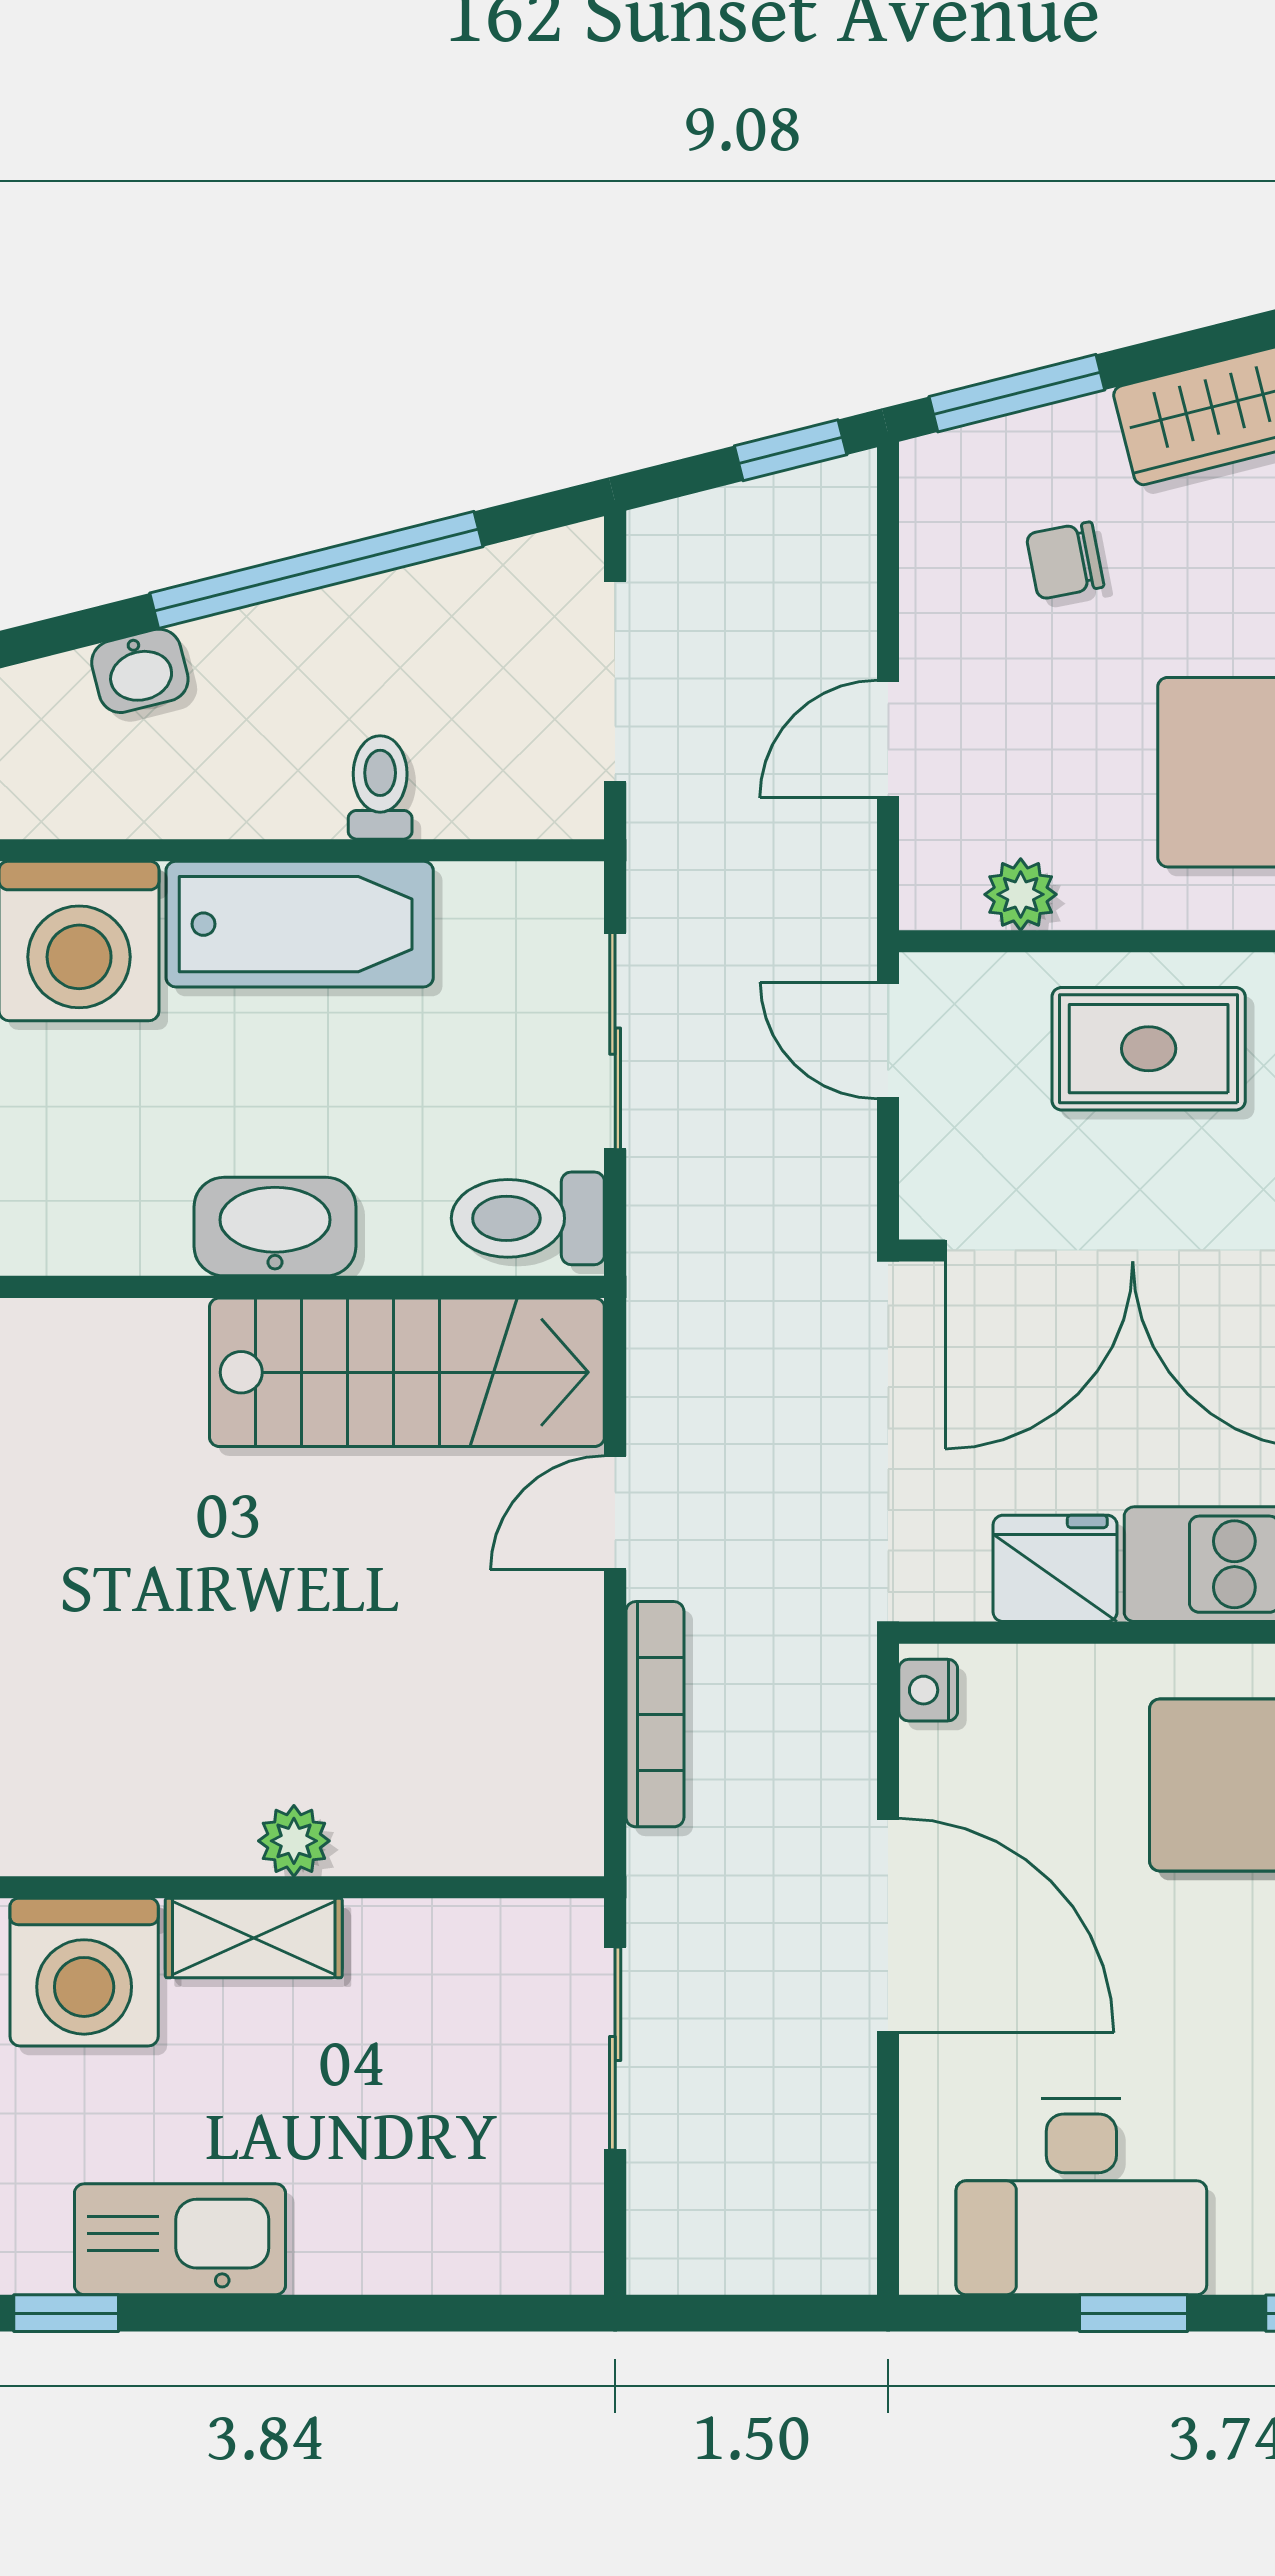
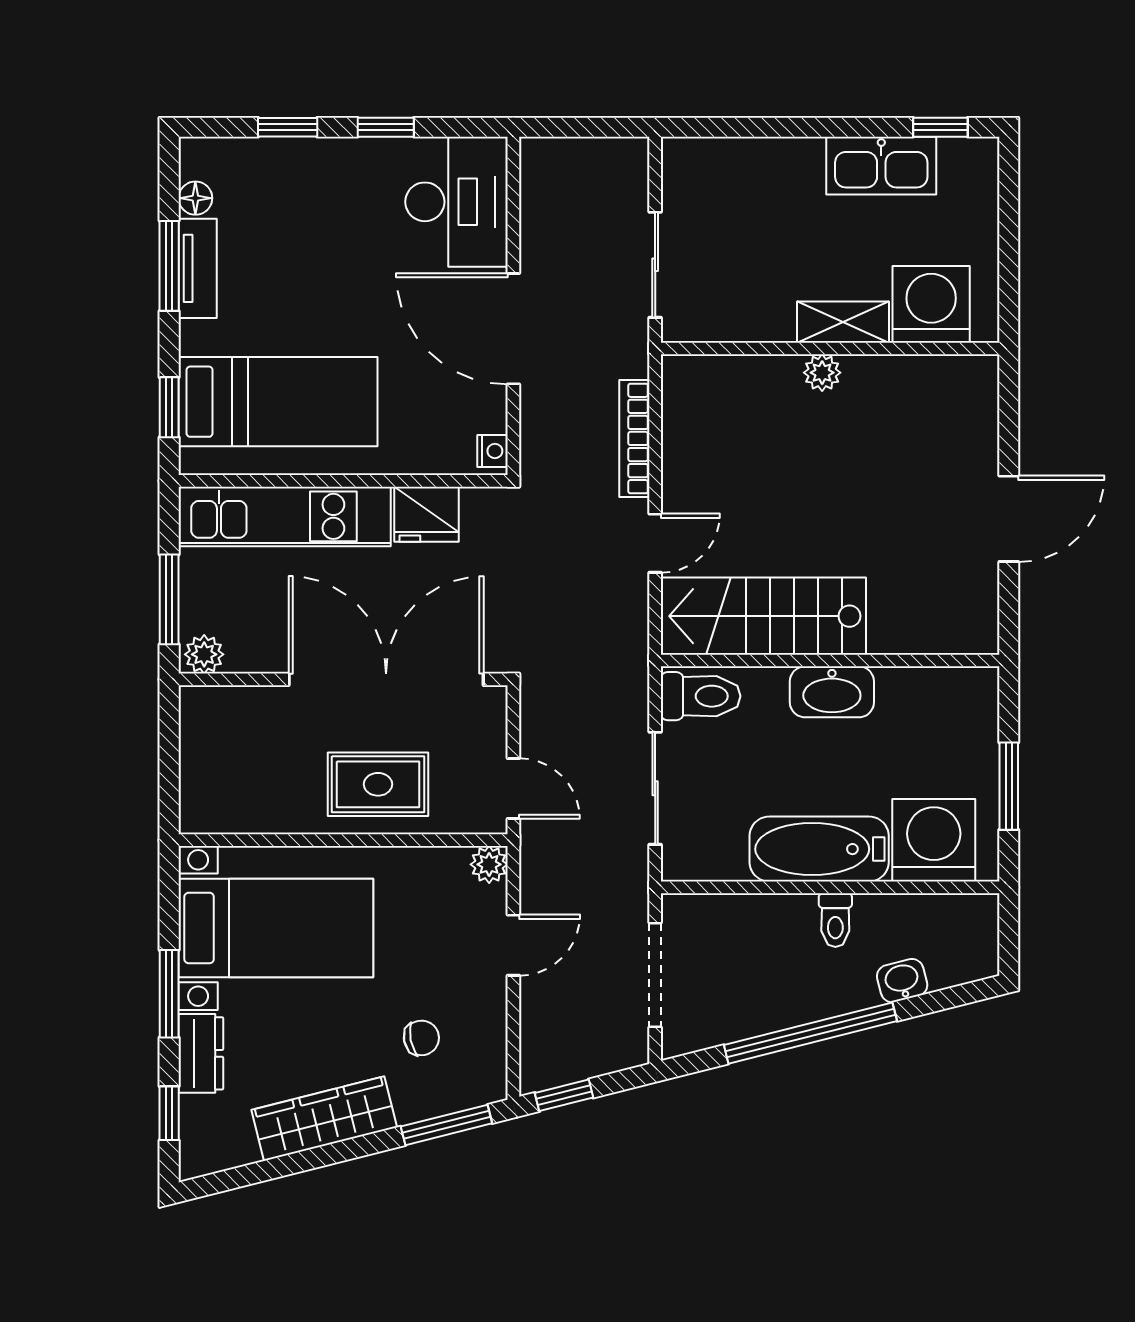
toilet: (380, 787) -> (835, 920), moved
plant: (1021, 894) -> (489, 864), moved
desk: (1081, 2196) -> (457, 202), moved, turned 90

